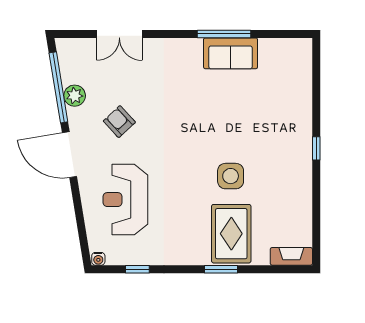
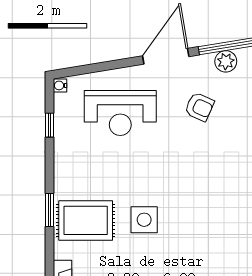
armchair: (119, 122) -> (199, 107), turned 67
reception desk: (125, 200) -> (120, 113), turned 180

